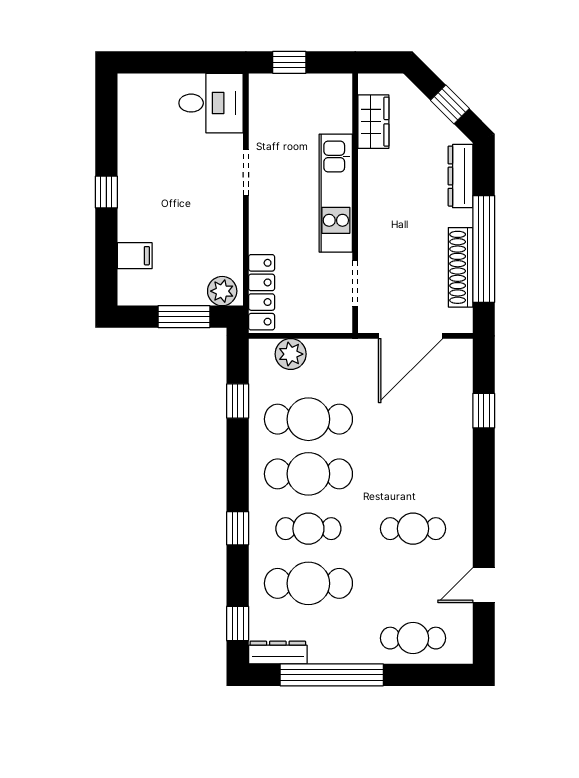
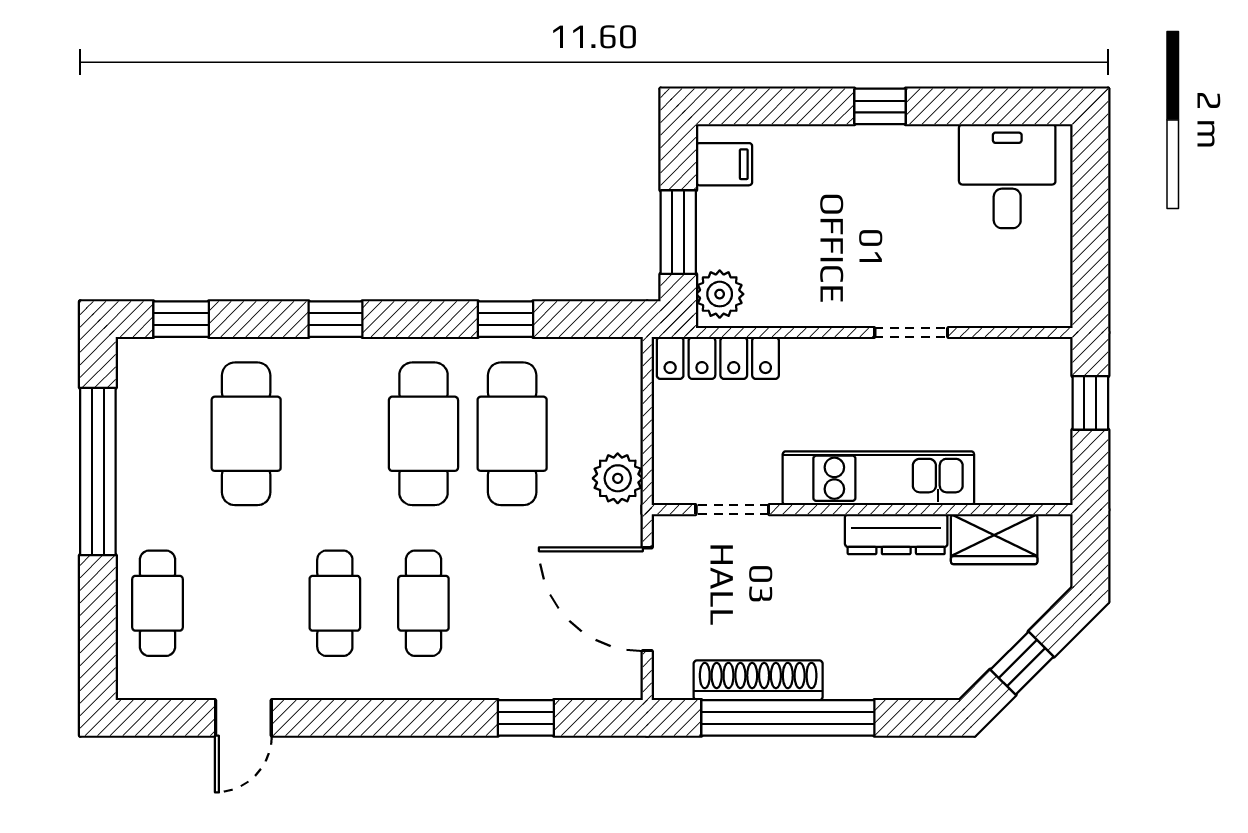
desk: (211, 103) -> (1007, 176), moved, turned 180
dresser: (460, 176) -> (896, 534), moved, turned 180
filing cabinet: (135, 256) -> (724, 164), moved, turned -90
plant: (291, 354) -> (618, 478), moved
window: (238, 401) -> (505, 319), moved
cafe table: (308, 529) -> (423, 603), moved
door: (484, 585) -> (243, 718), swing flipped
dresser: (278, 653) -> (134, 384), removed

